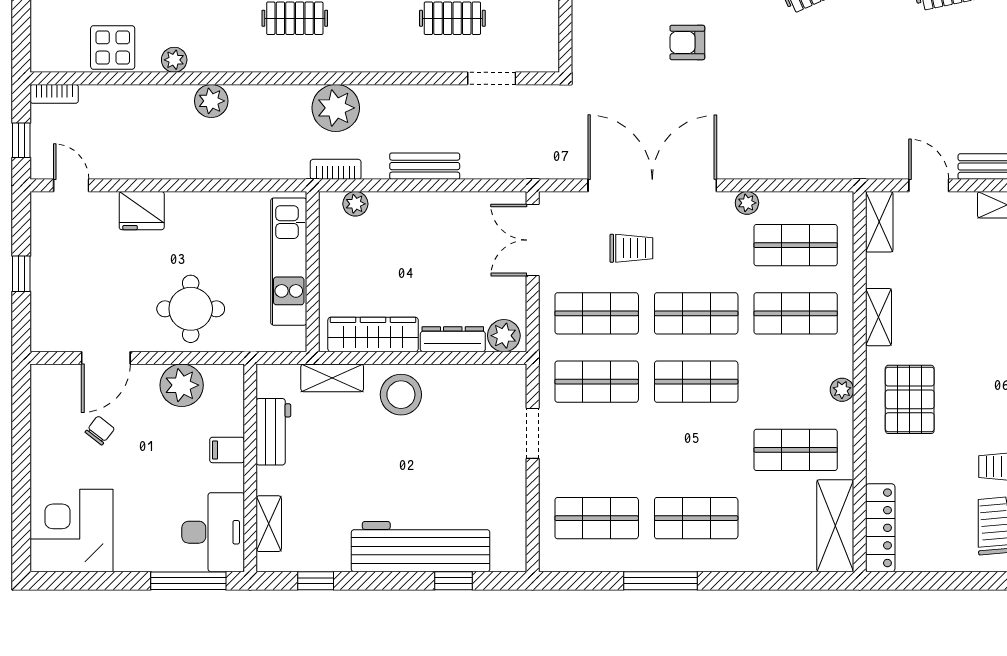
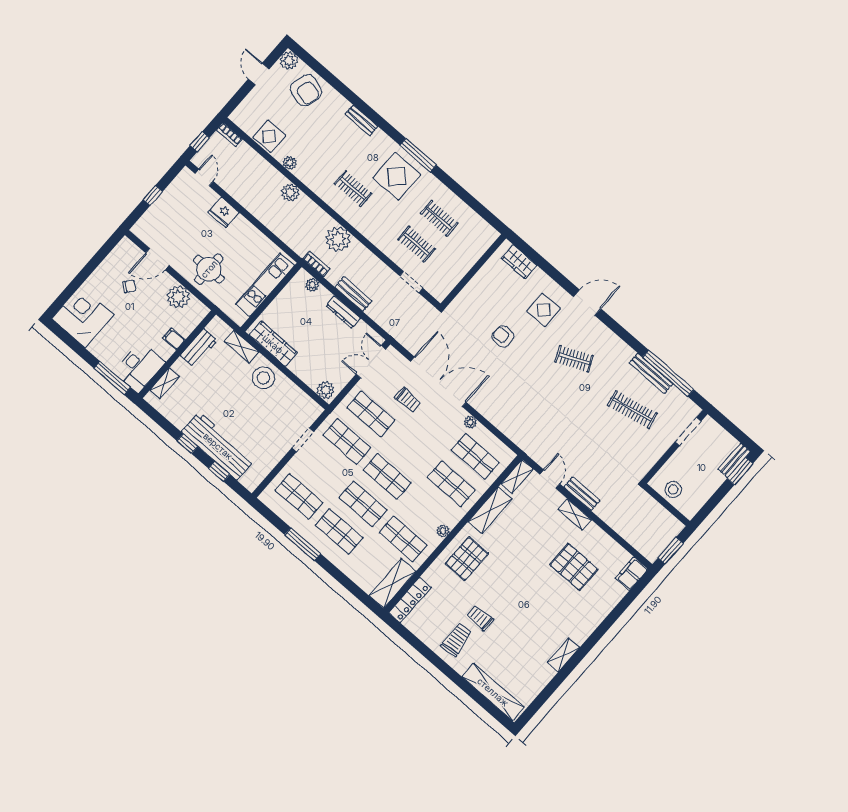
shop shelf: (696, 313) -> (363, 504), moved
shelving: (879, 317) -> (490, 510), width x1.50, depth x1.33
dresser: (453, 339) -> (343, 312), moved, turned 180
window: (316, 581) -> (187, 444), moved

